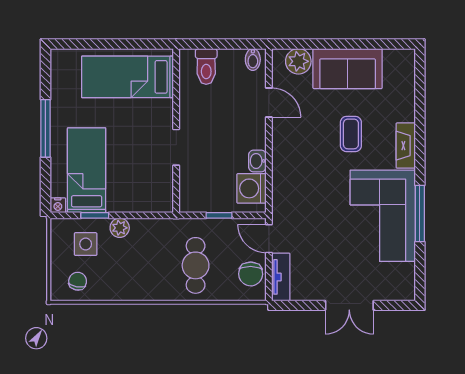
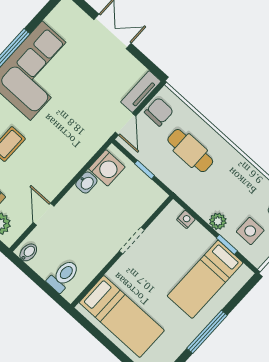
nightstand: (58, 205) -> (186, 219), moved
cafe table: (196, 265) -> (190, 151), turned 90

